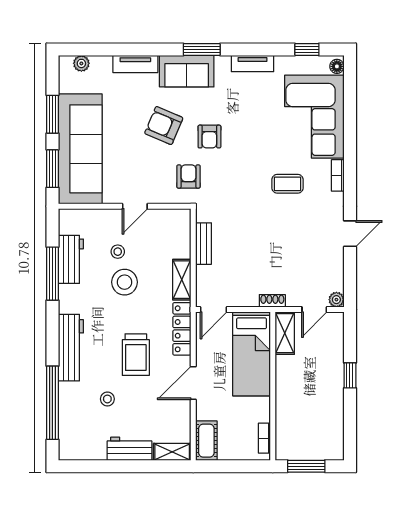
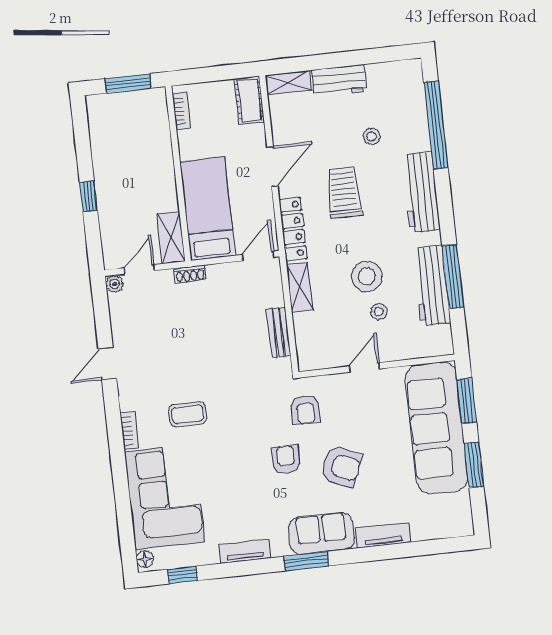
plant: (81, 63) -> (447, 529), removed
workbench: (71, 259) -> (432, 286), width x1.37

